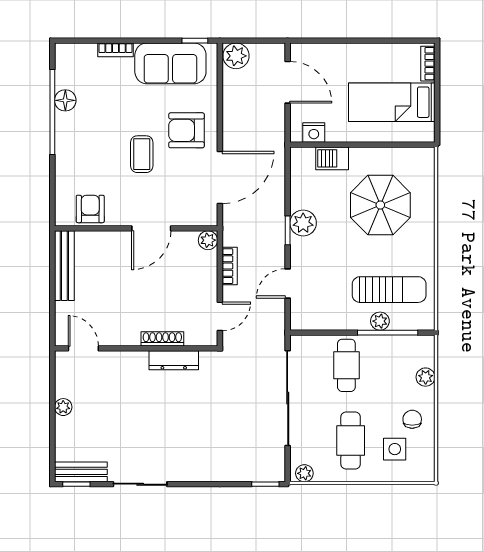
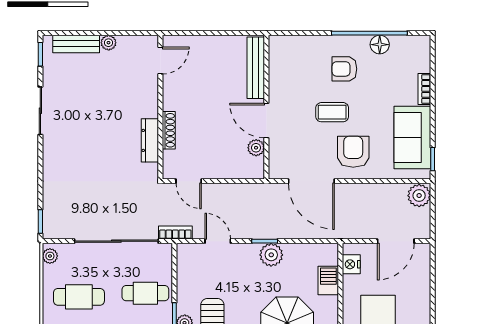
armchair: (90, 209) -> (344, 69), moved, turned 180
plant: (208, 240) -> (256, 148), moved
bench: (64, 266) -> (256, 68), moved, turned 90
bookcase: (230, 266) -> (175, 233), moved, turned 180
bench: (81, 472) -> (76, 44), moved, turned 90

